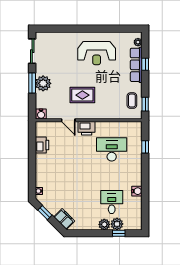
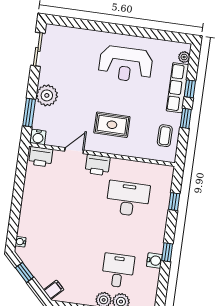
window: (32, 83) -> (29, 113), moved
rug: (82, 95) -> (112, 125), moved
window: (145, 104) -> (186, 118), moved
door: (68, 120) -> (74, 151), swing flipped
printer: (42, 145) -> (41, 157), moved, turned 90
window: (145, 184) -> (167, 252), added
filing cabinet: (64, 219) -> (54, 290), width x0.50

